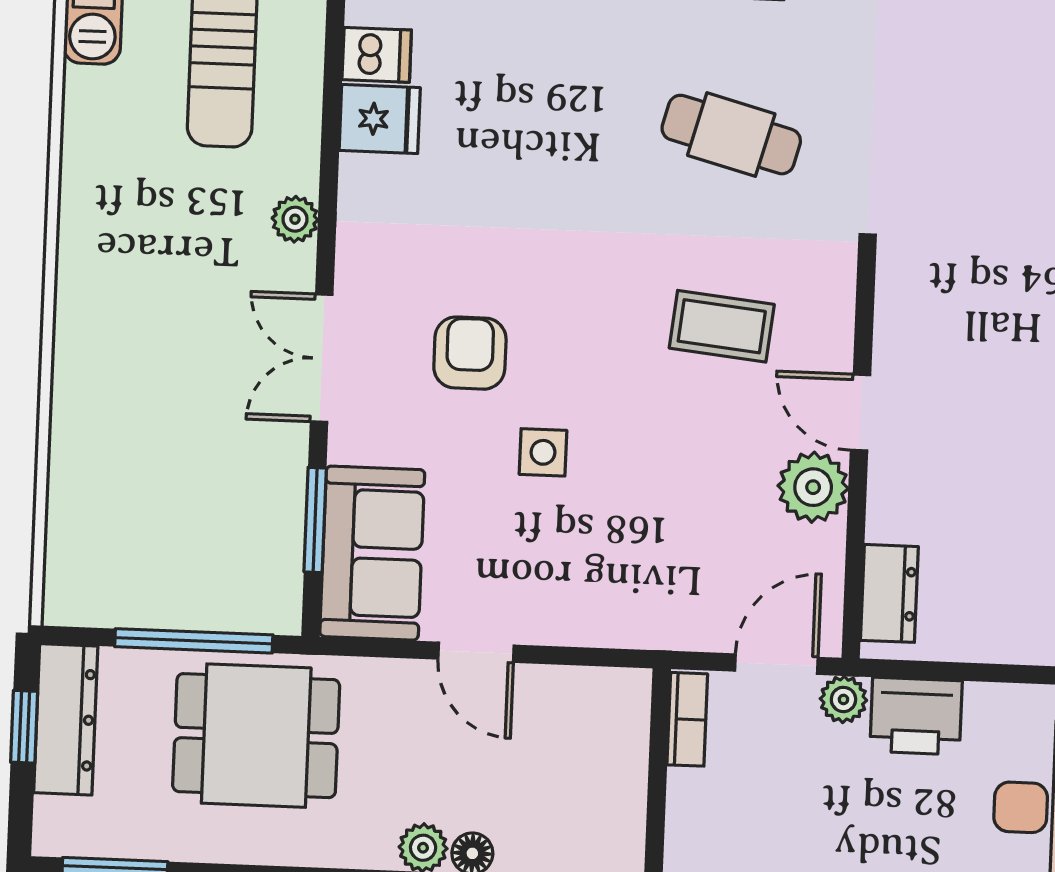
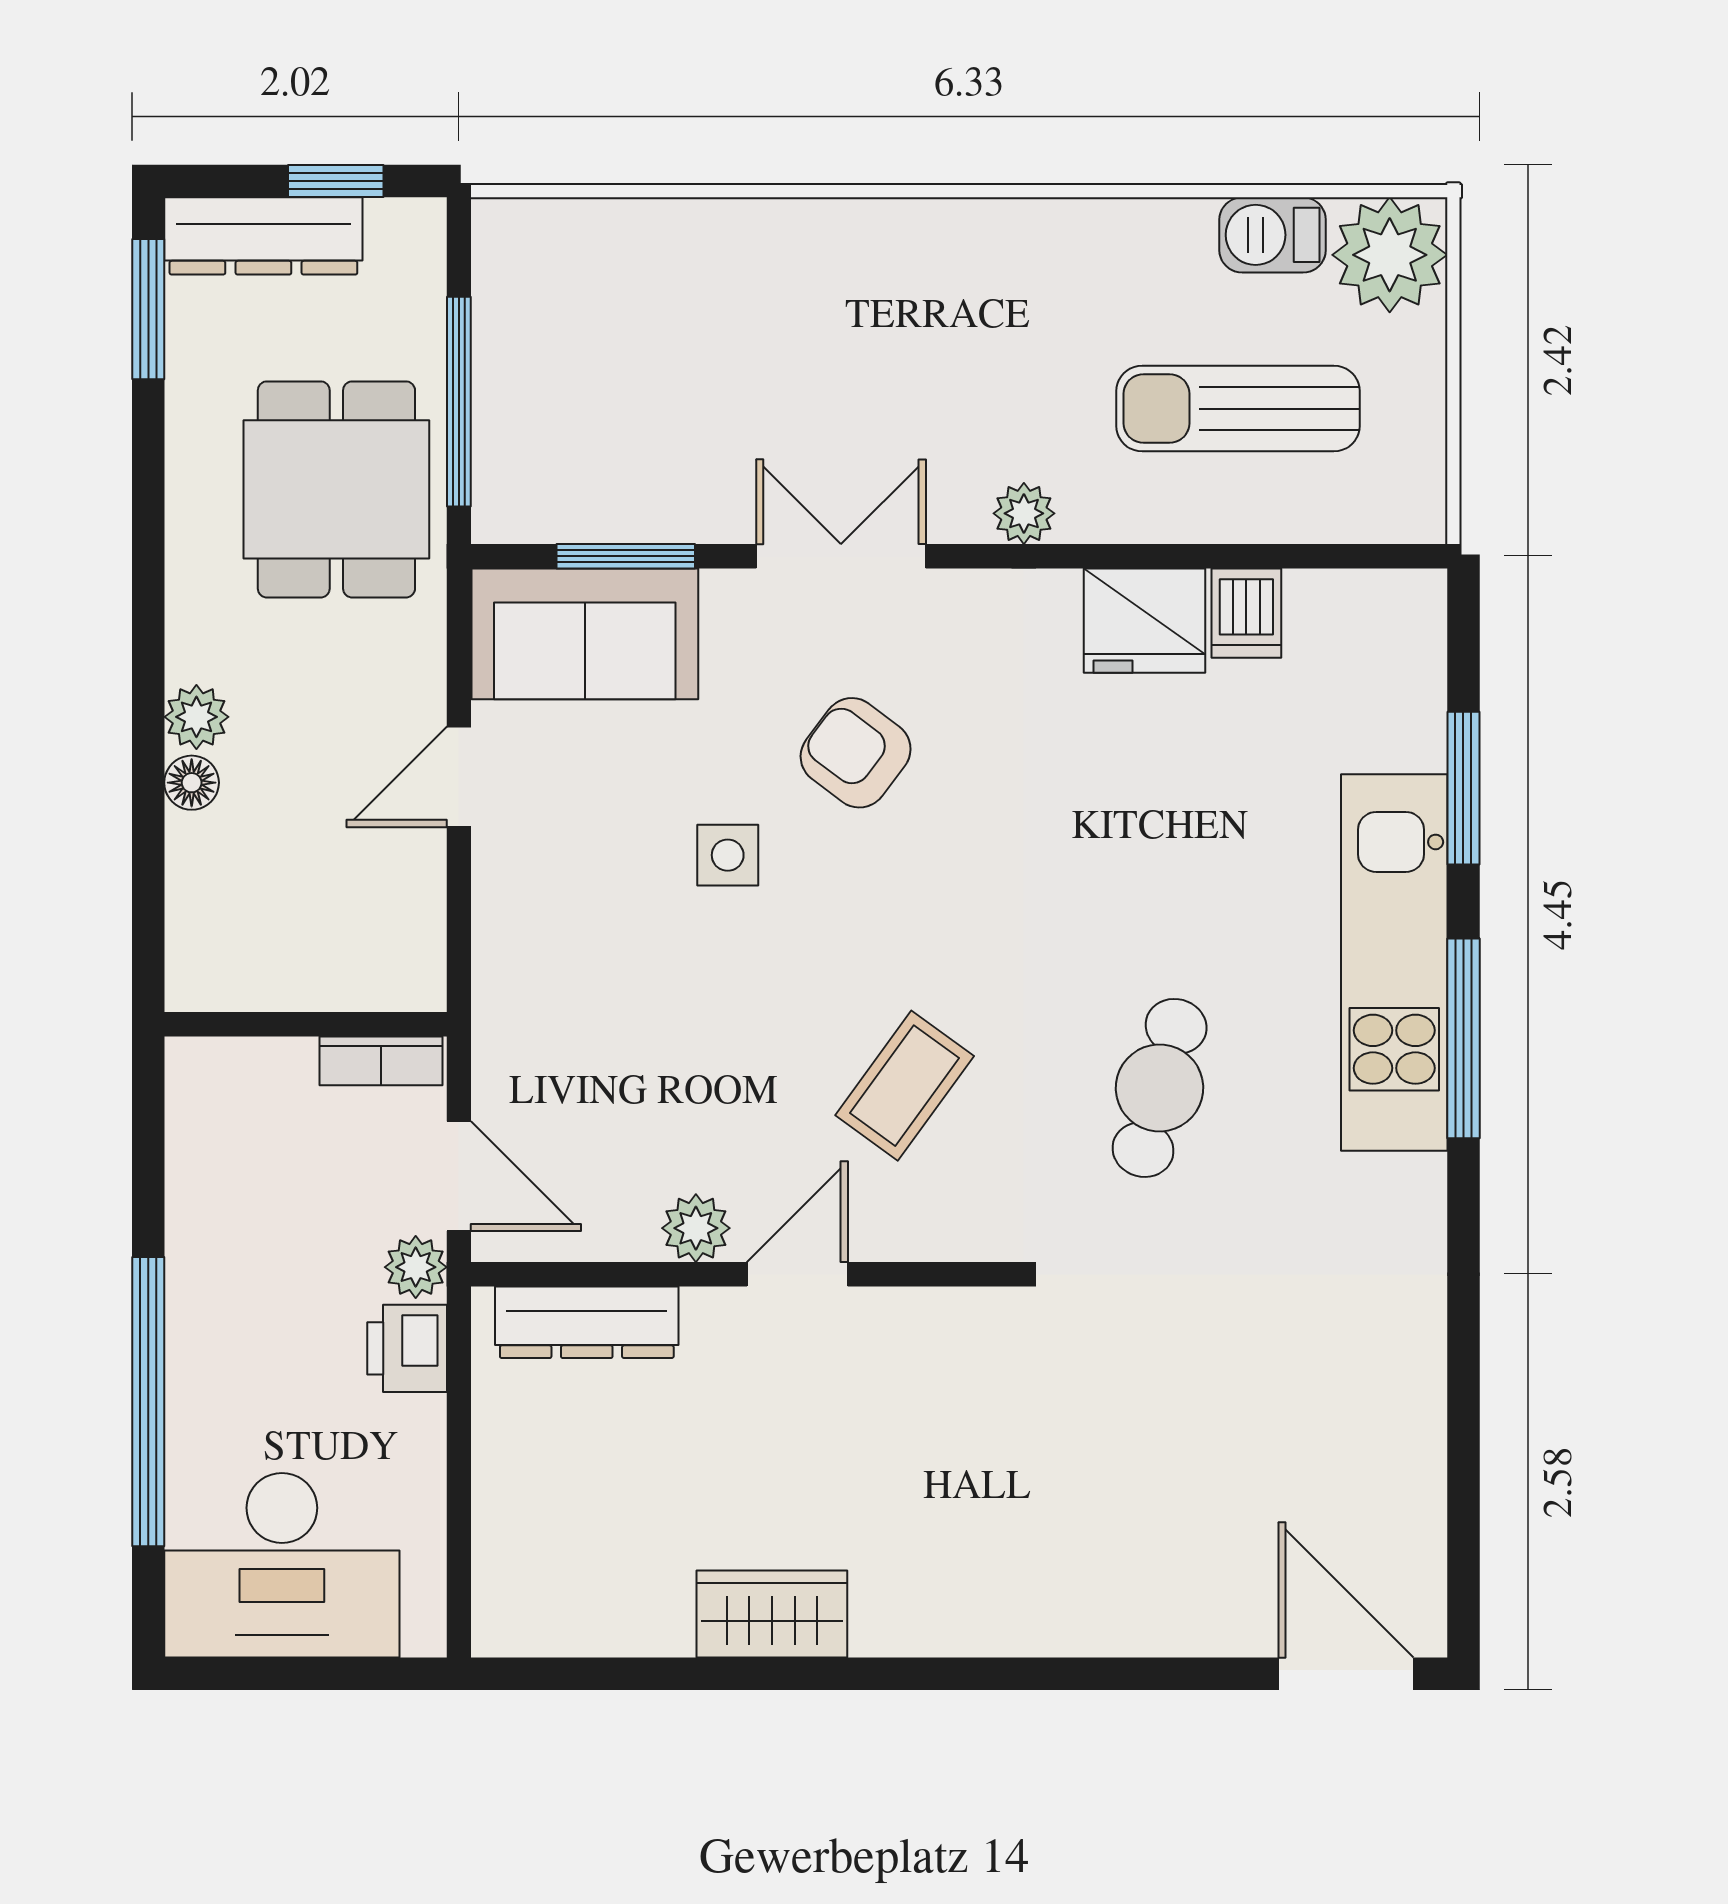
fridge: (380, 119) -> (1144, 621), width x1.38
coffee table: (722, 326) -> (905, 1086), turned 30
armchair: (470, 353) -> (856, 753), turned -143
plant: (813, 487) -> (696, 1228), width x0.73, depth x0.73
dresser: (889, 593) -> (587, 1322), width x1.44
printer: (916, 716) -> (407, 1348), width x0.73, depth x0.81
dresser: (66, 719) -> (263, 236), moved

